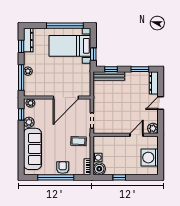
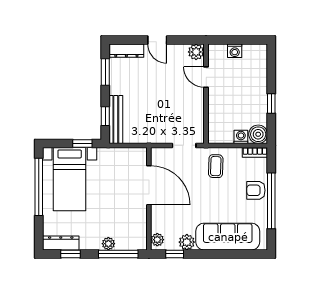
washing machine: (150, 158) -> (235, 51), width x0.53, depth x0.53

